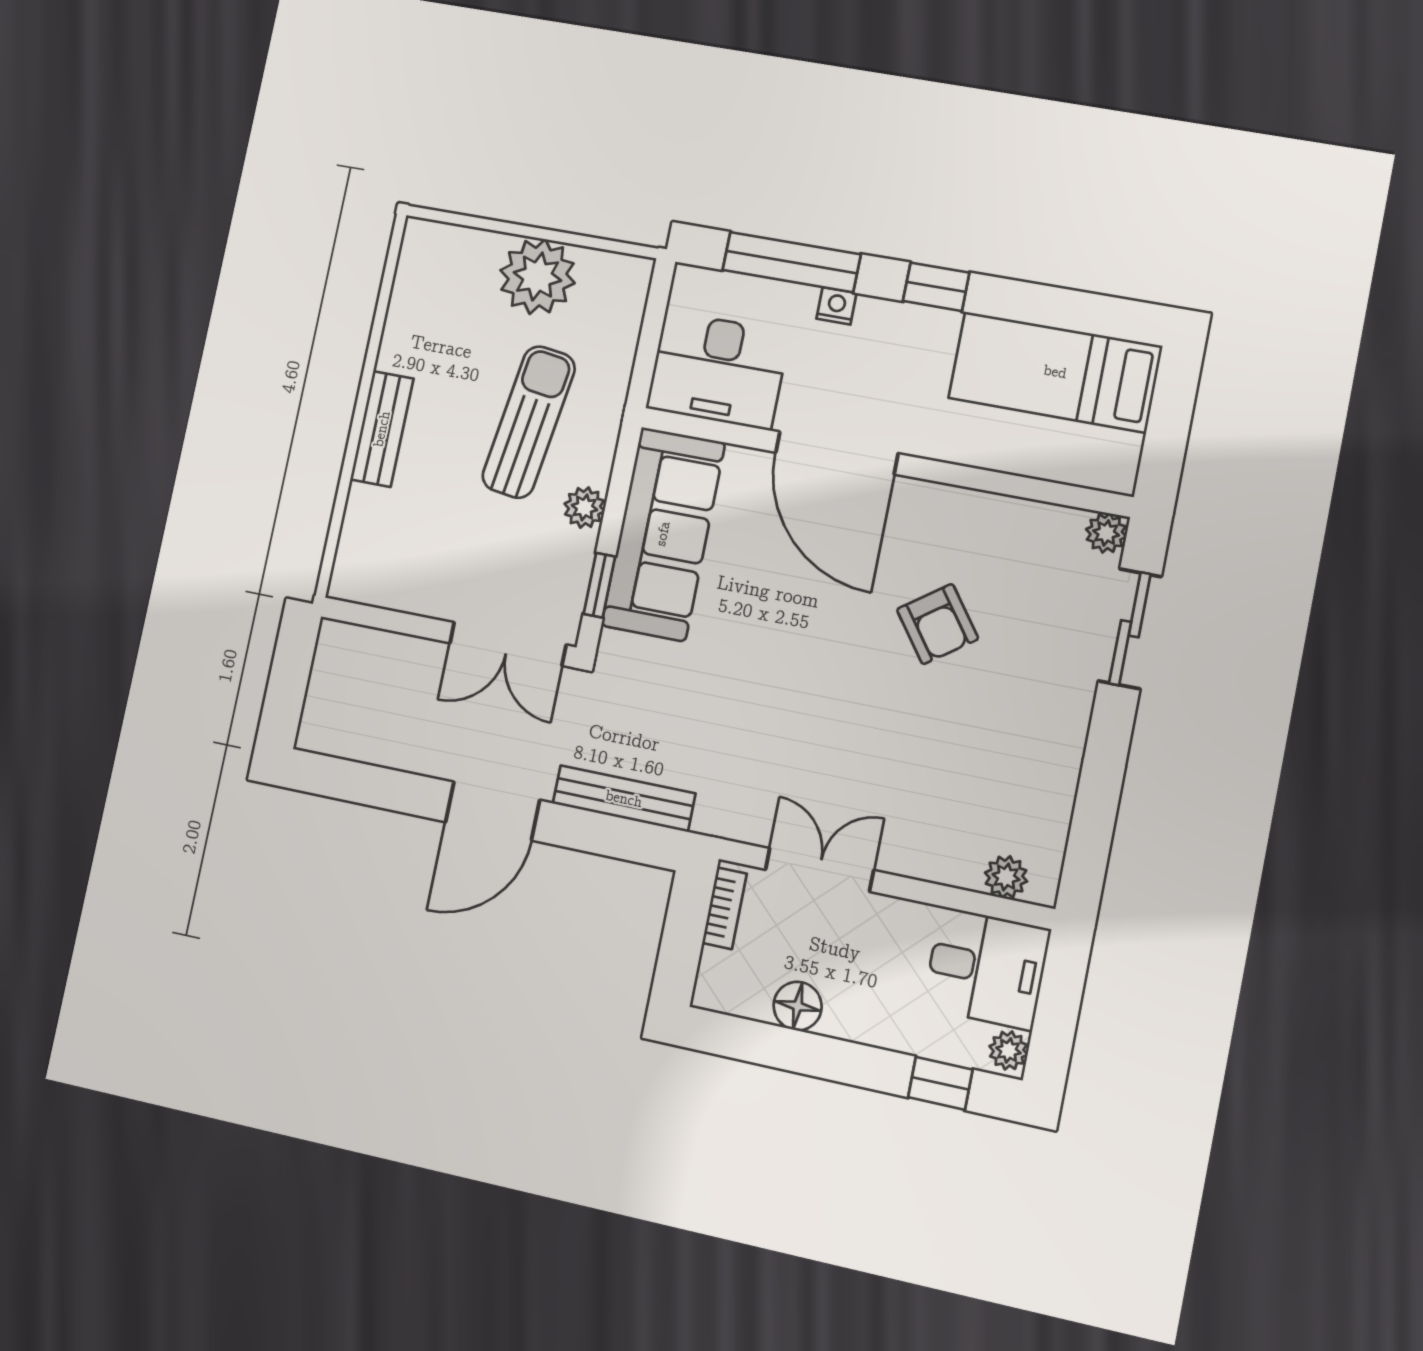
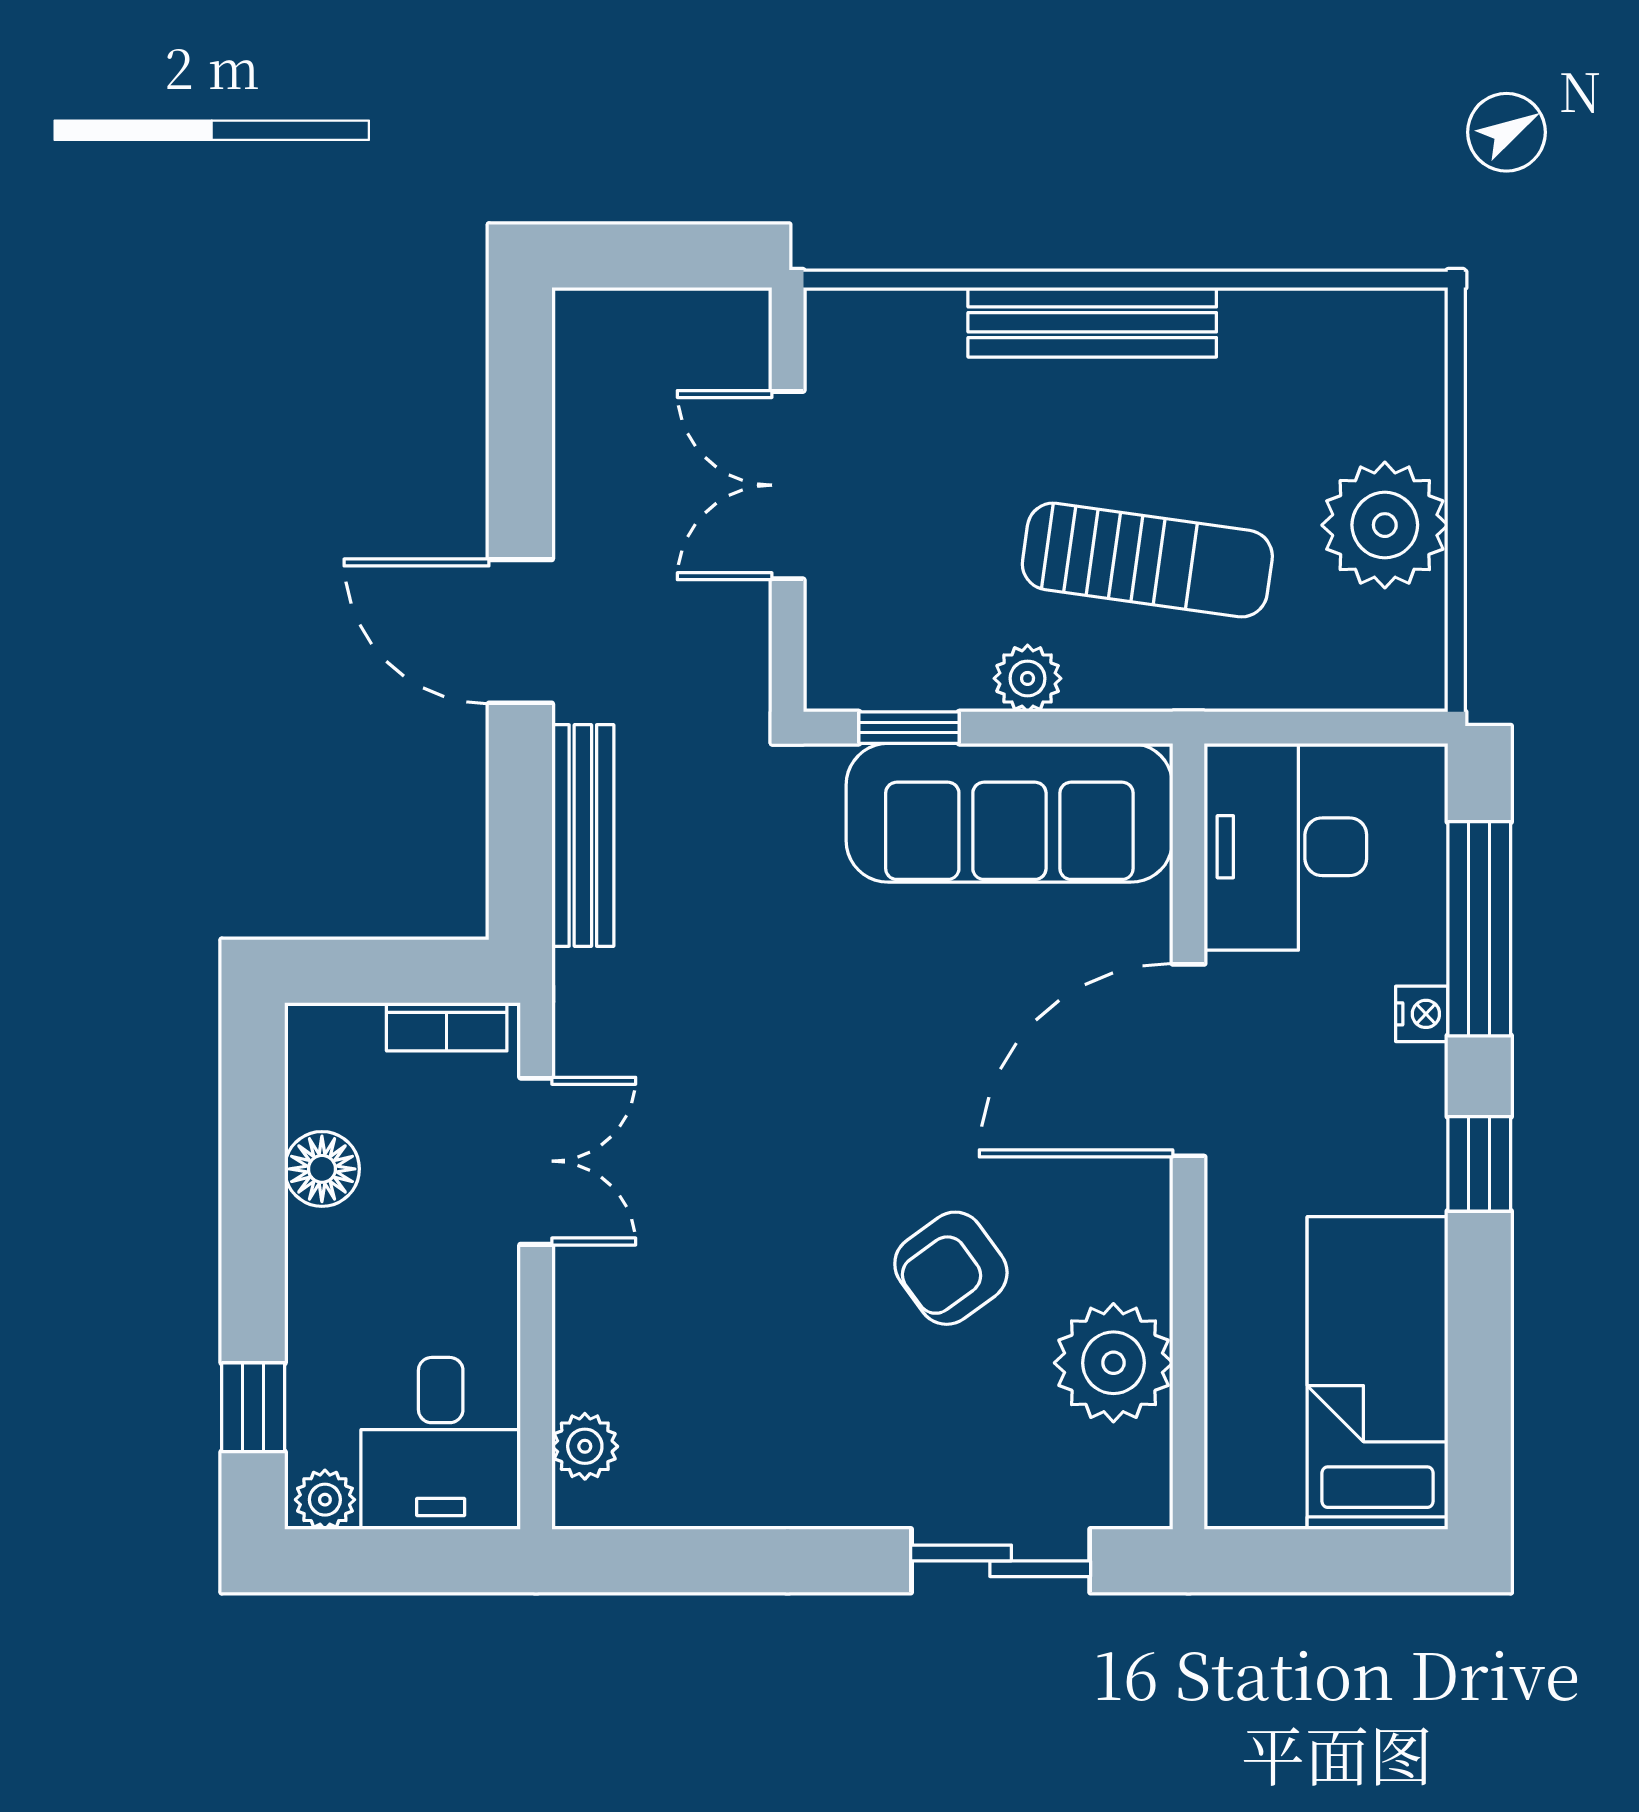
bench: (382, 429) -> (1092, 322), width x1.36
plant: (1106, 533) -> (1113, 1363), moved, width x1.87, depth x1.87
double door: (508, 644) -> (788, 485), moved

